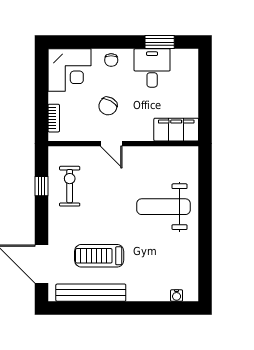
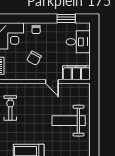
desk: (152, 68) -> (78, 42), moved, turned 90
door: (111, 144) -> (52, 81), moved

